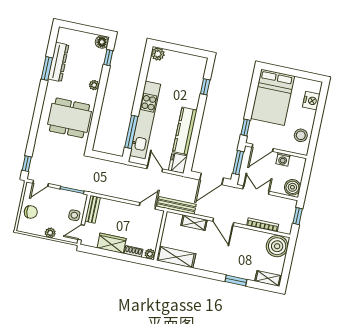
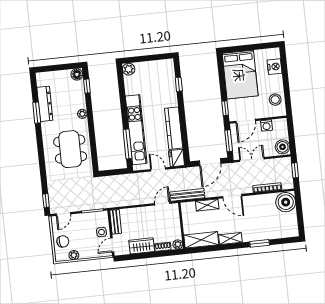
dining table: (69, 118) -> (70, 149), turned 90
plant: (50, 233) -> (74, 255), moved
shelving: (268, 278) -> (230, 238), moved

